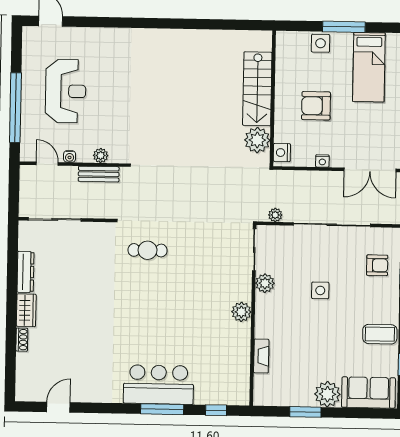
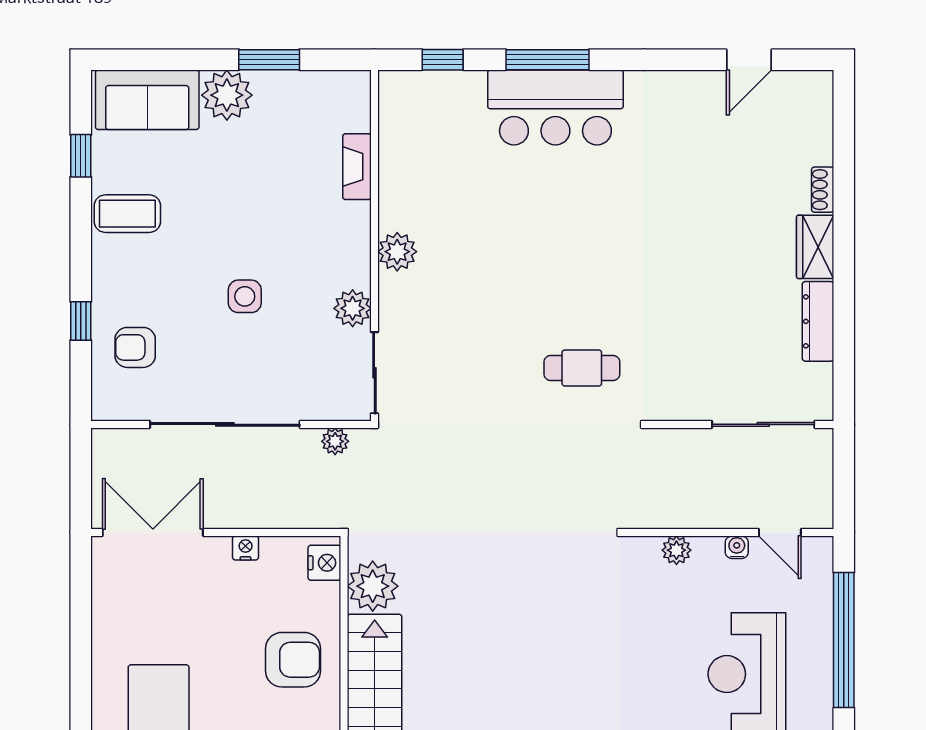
armchair: (316, 106) -> (293, 660), moved
bench: (99, 174) -> (680, 514), removed

